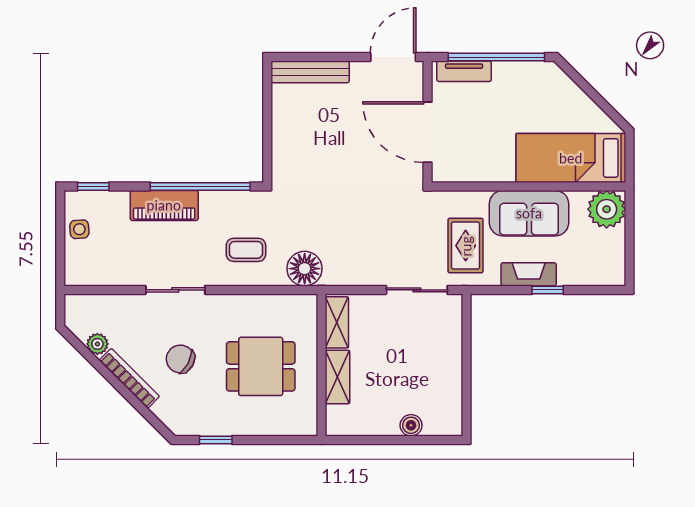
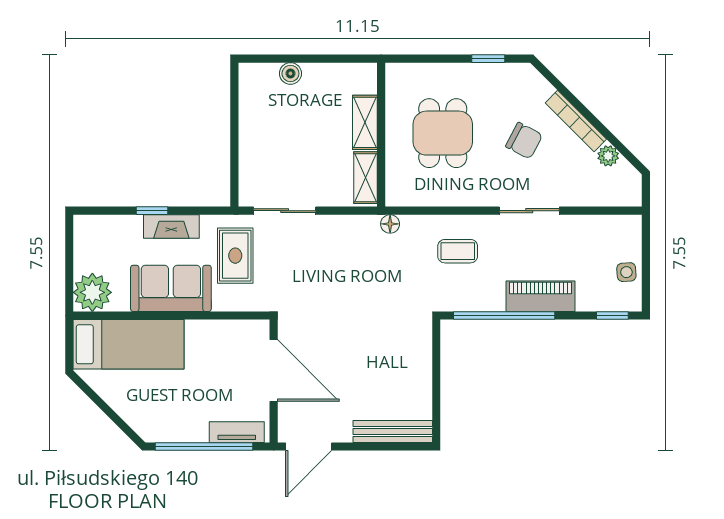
floor lamp: (305, 269) -> (390, 224), width x0.53, depth x0.53
dining table: (261, 366) -> (443, 133), turned 90

